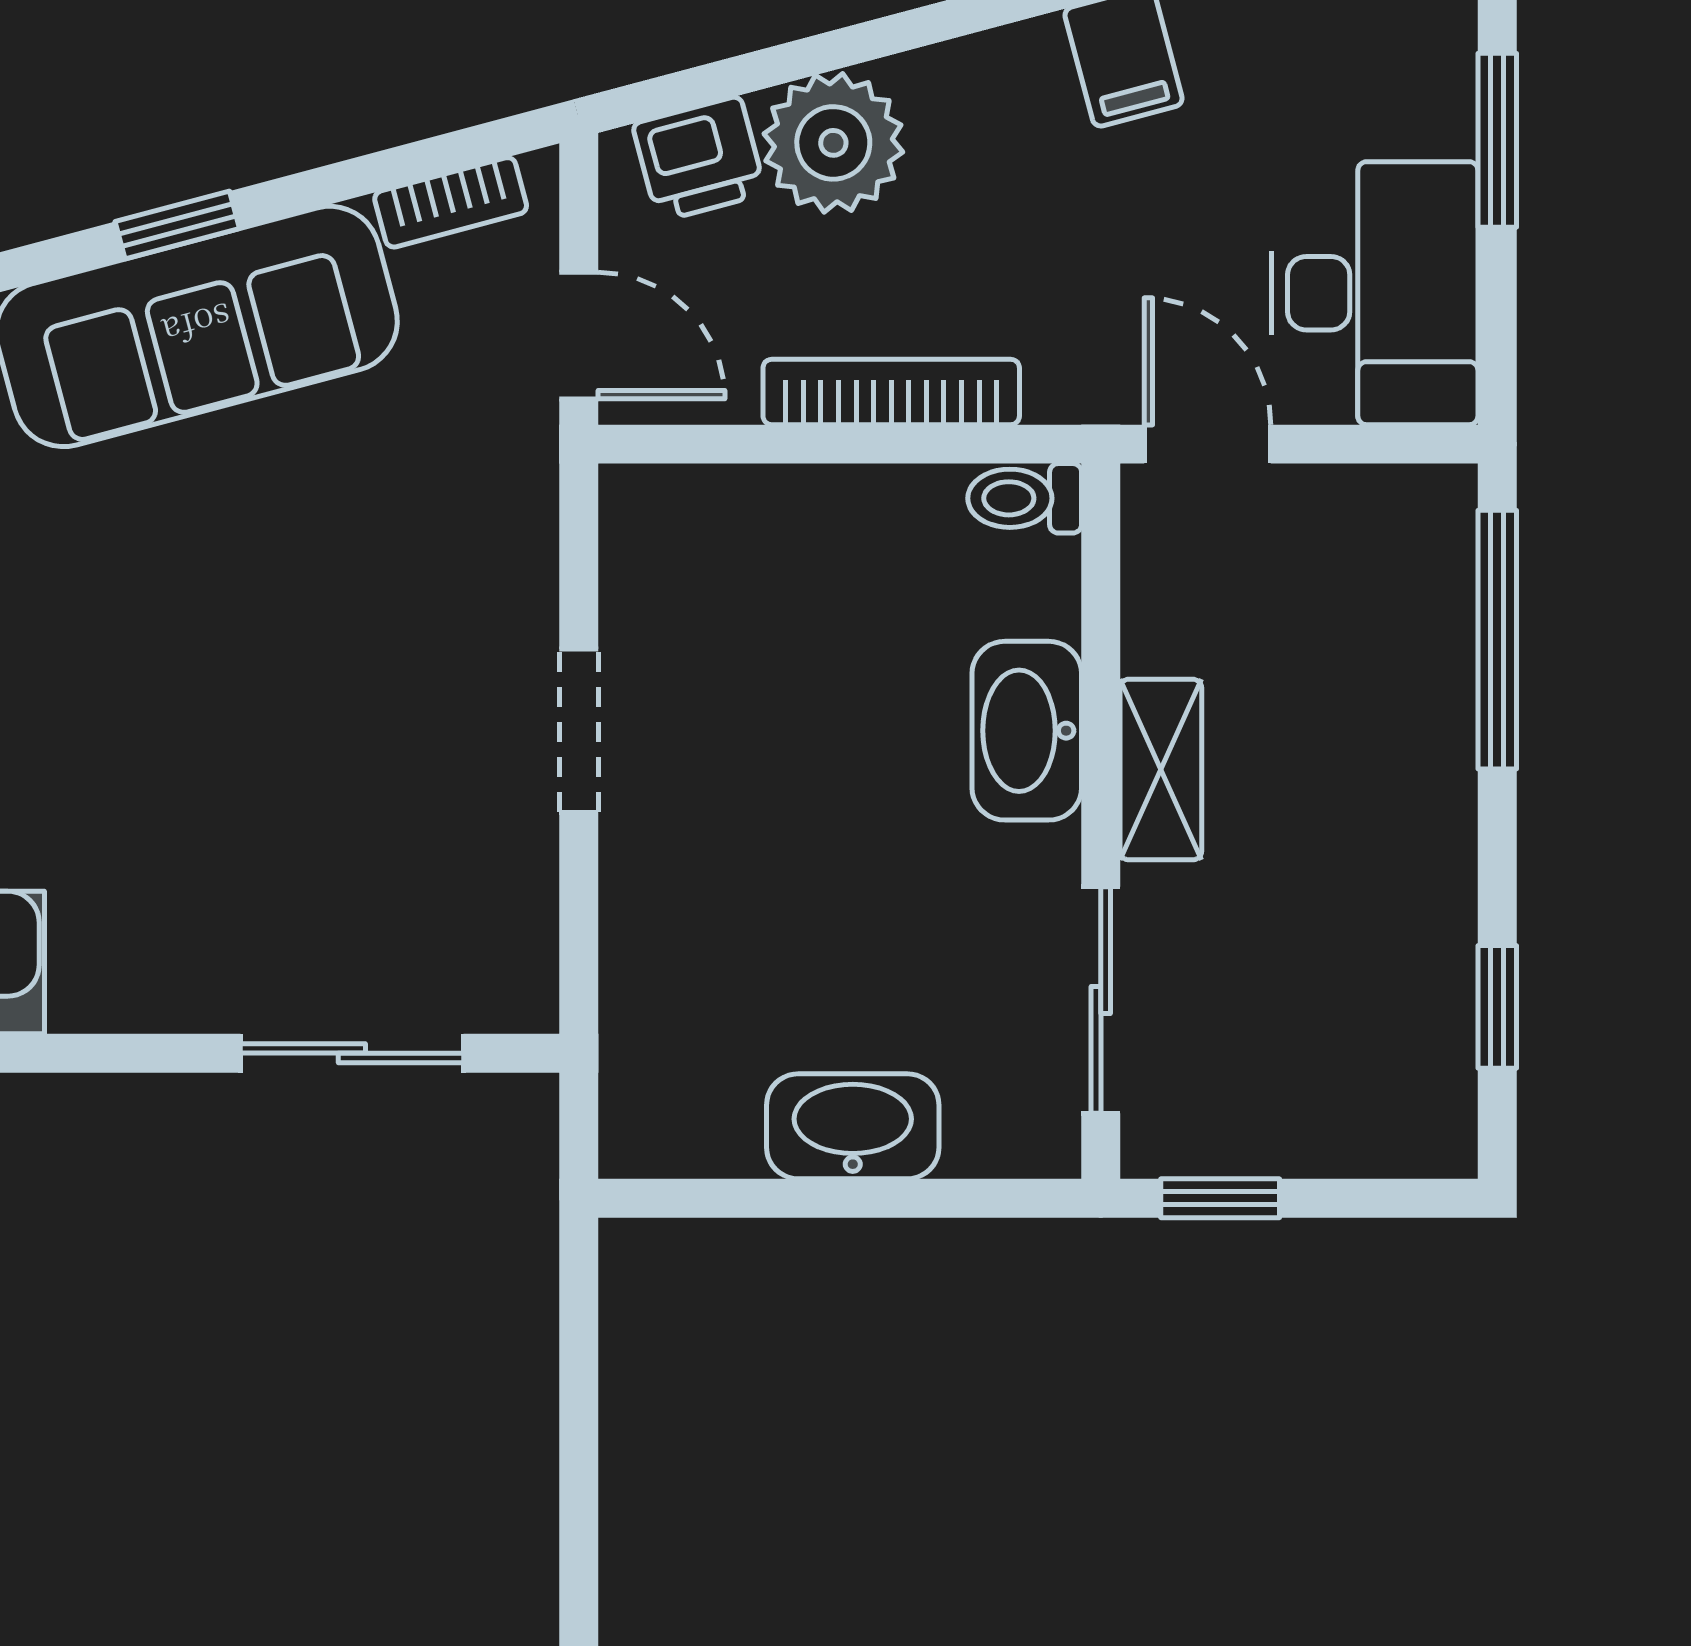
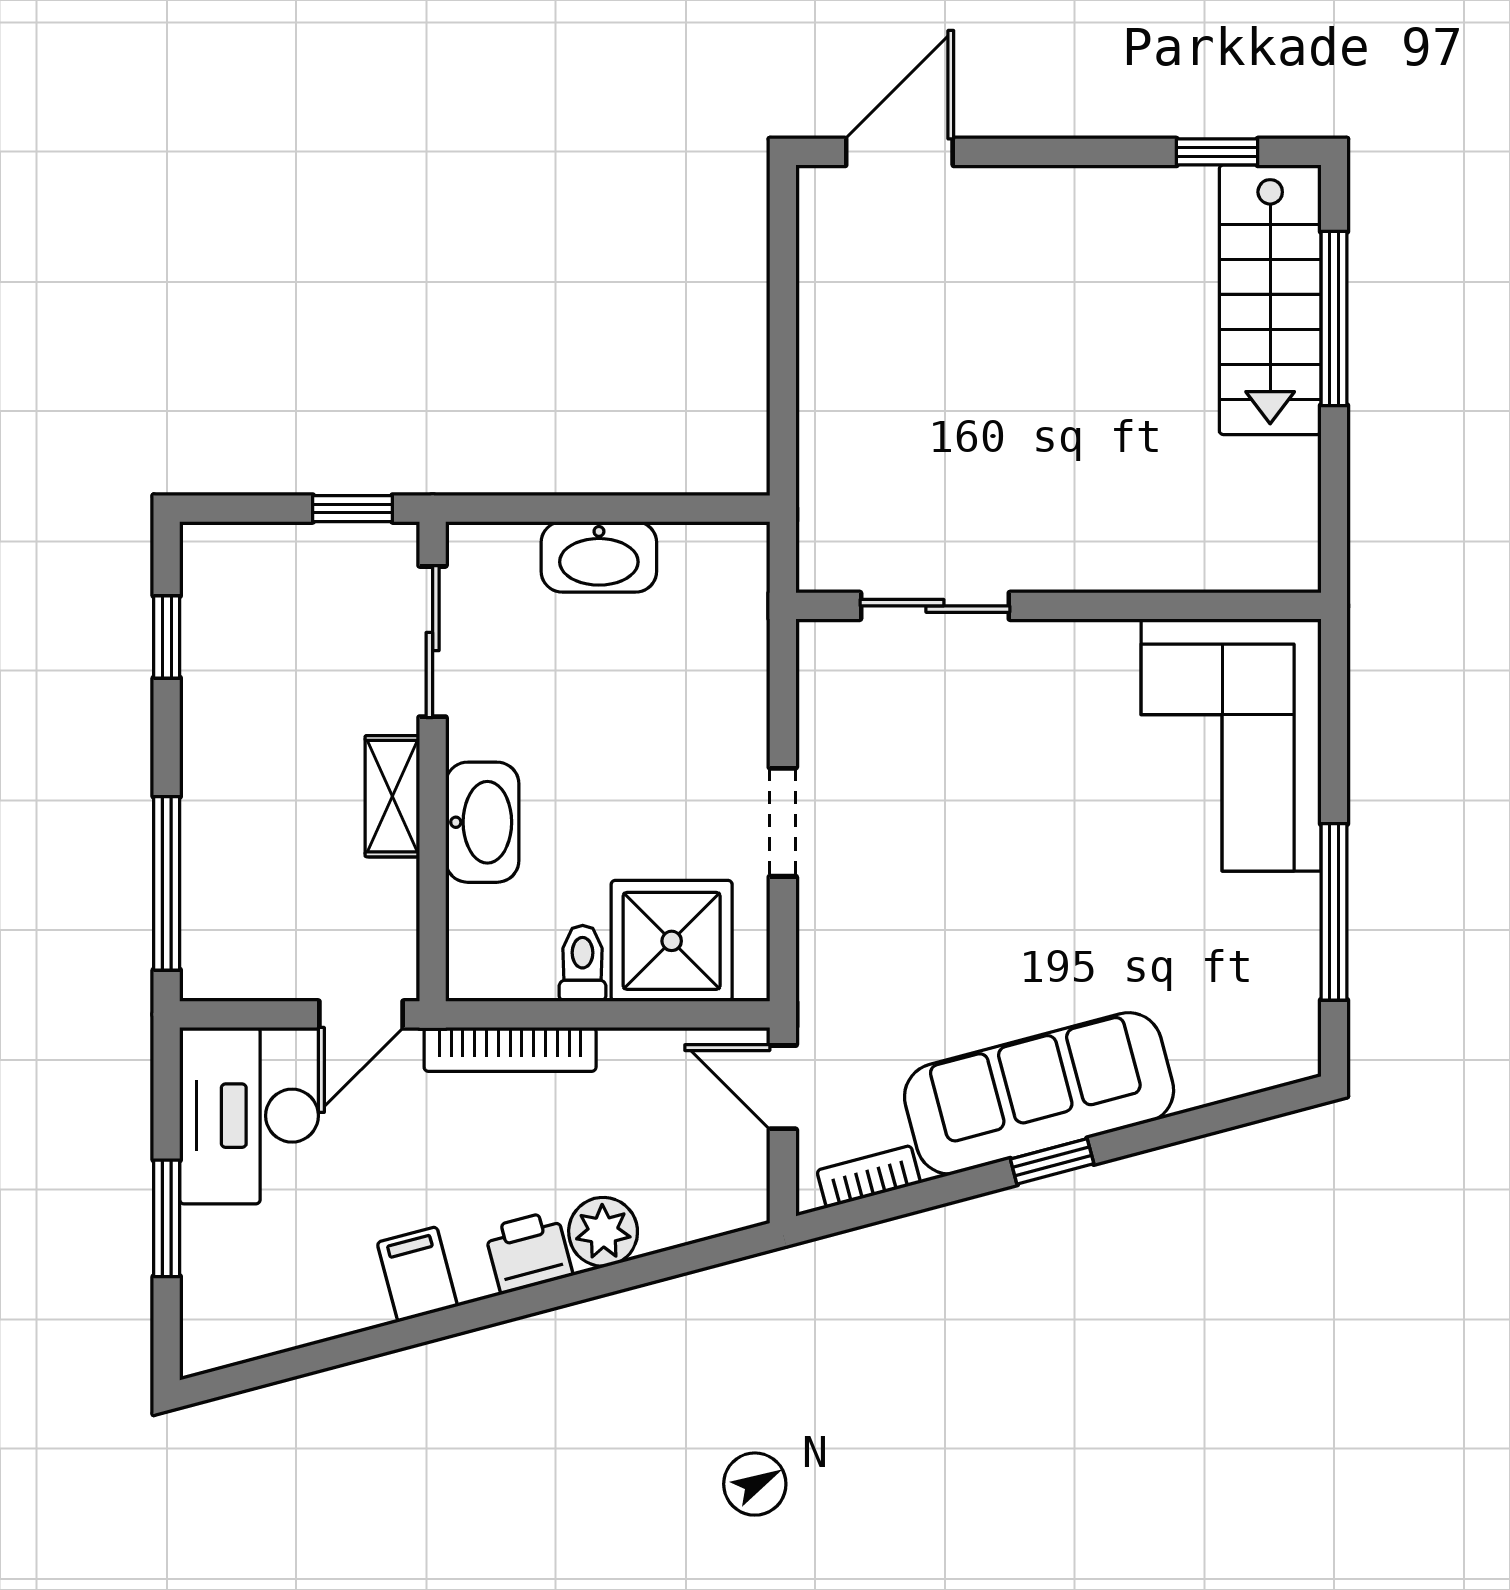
plant: (833, 143) -> (603, 1232), width x0.73, depth x0.73
printer: (699, 159) -> (529, 1252), moved
bookcase: (891, 392) -> (510, 1049), moved
door: (1207, 444) -> (361, 1014), hinge flipped
toilet: (1025, 498) -> (583, 963), moved, turned -90
shower: (744, 554) -> (672, 941), added

